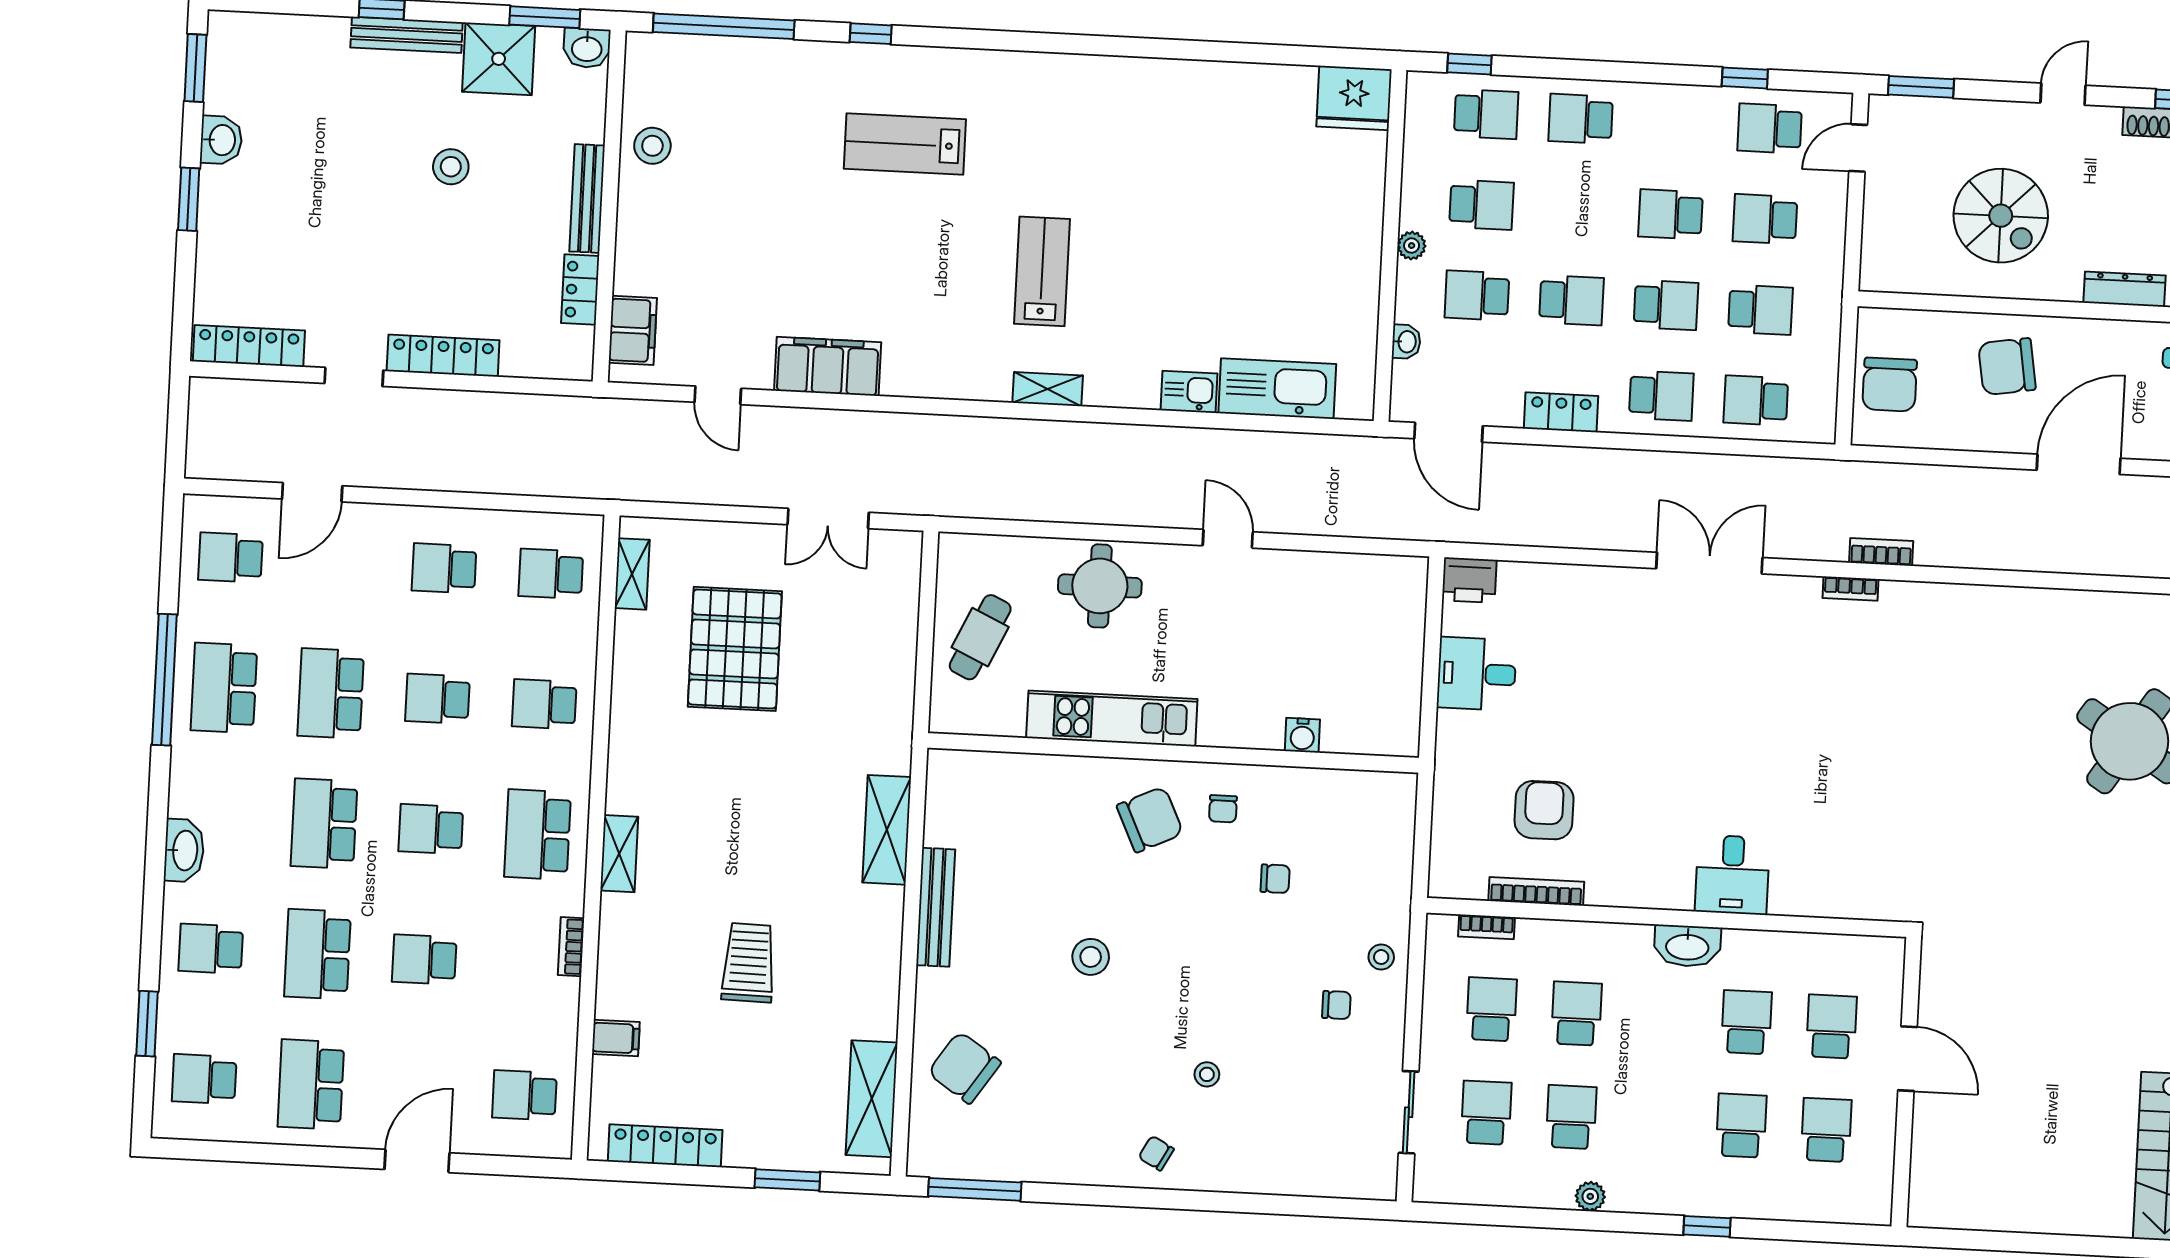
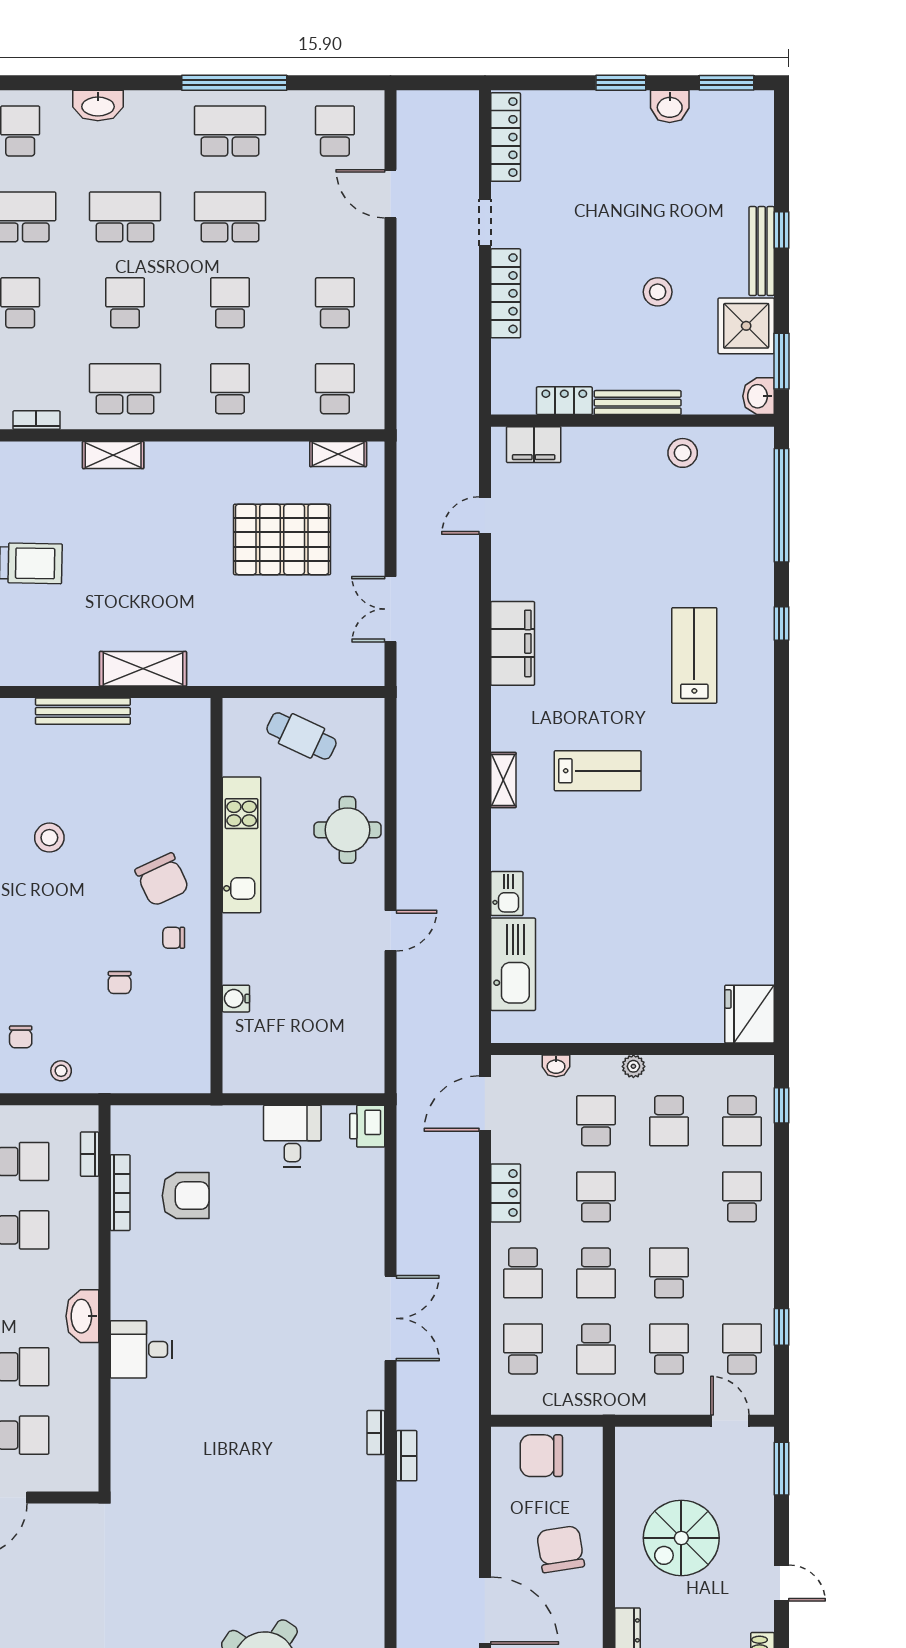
school desk: (1571, 300) -> (596, 1197), turned 180
filing cabinet: (828, 366) -> (513, 643), moved

